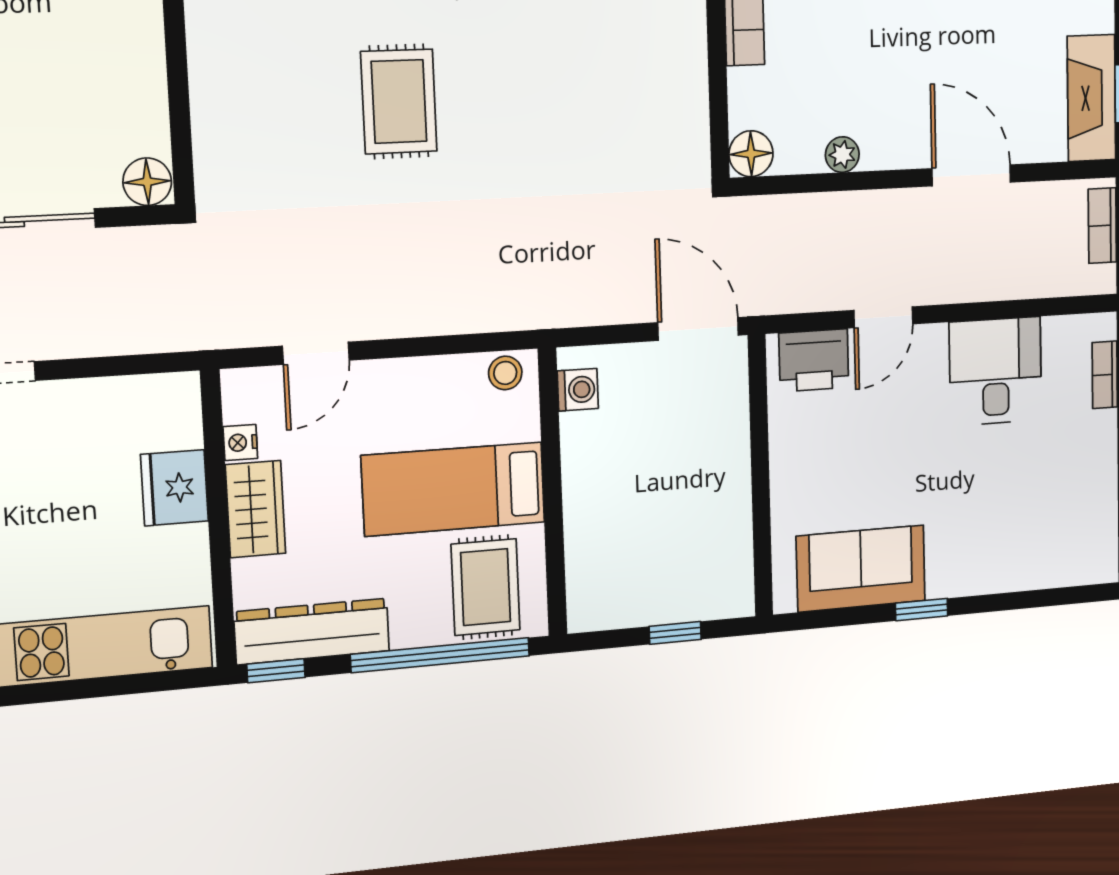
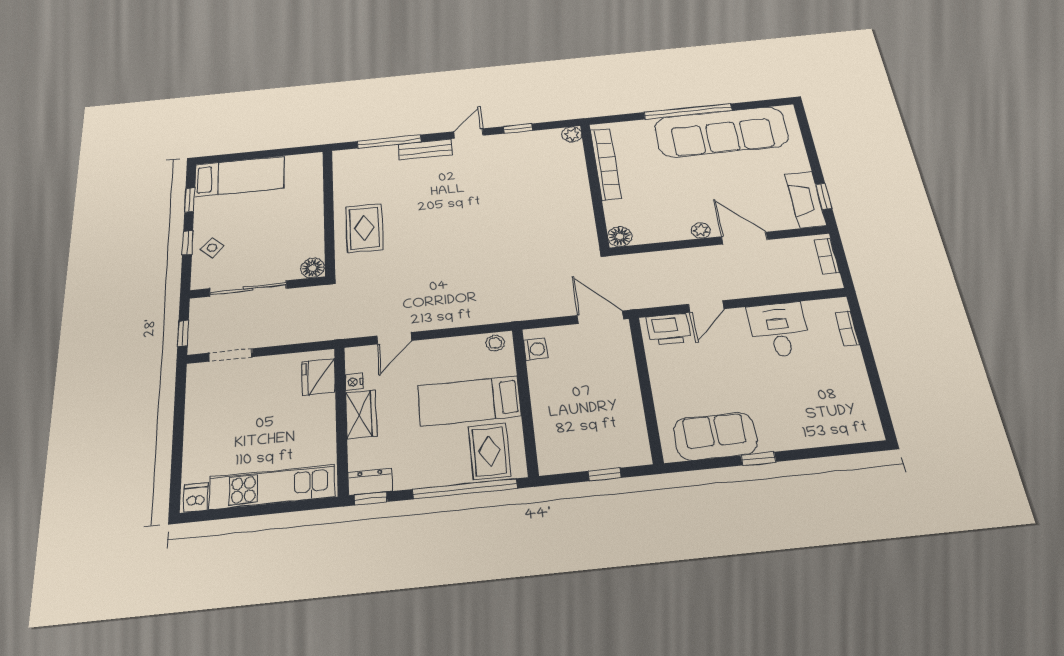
rug: (399, 101) -> (364, 228), moved
plant: (842, 155) -> (701, 230), moved
fridge: (175, 488) -> (318, 377), moved
dresser: (312, 631) -> (370, 482), width x0.51, depth x0.80

